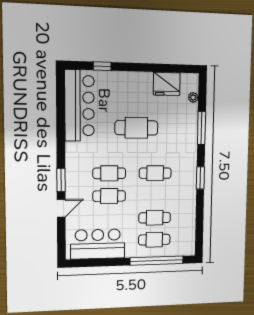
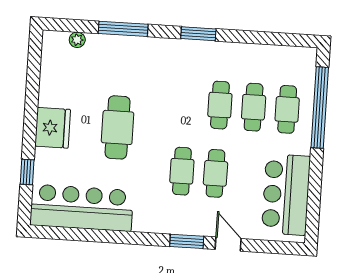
fridge: (167, 84) -> (53, 128), moved
cafe table: (155, 173) -> (220, 105), moved

